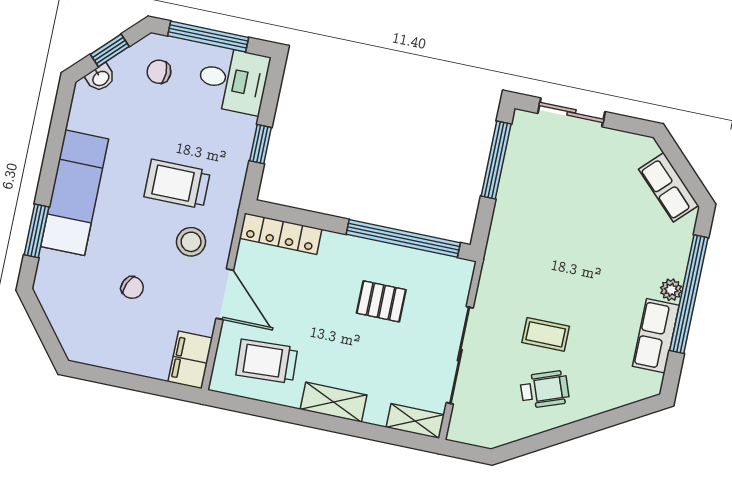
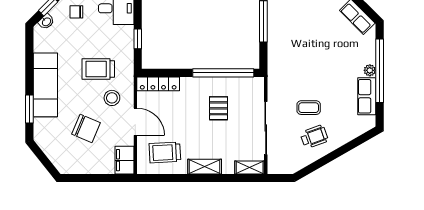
chair: (132, 288) -> (86, 128), width x1.87, depth x1.87
pallet: (381, 301) -> (219, 108), turned 90

